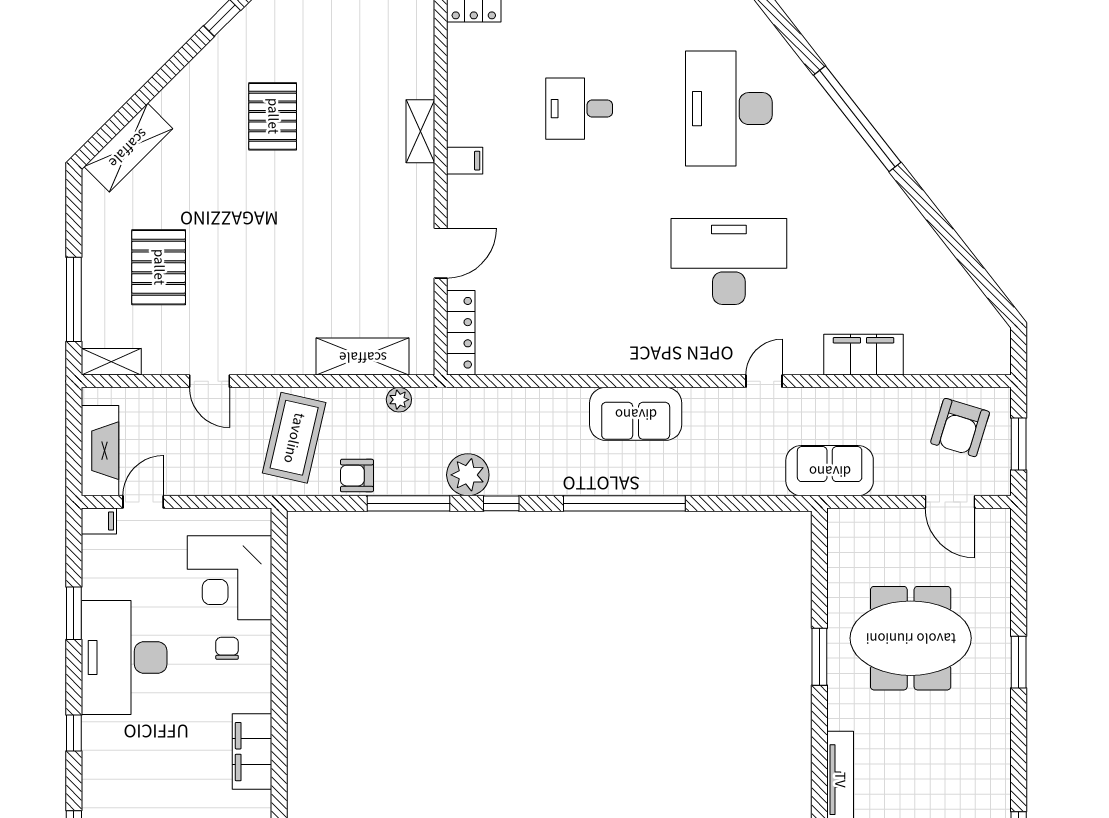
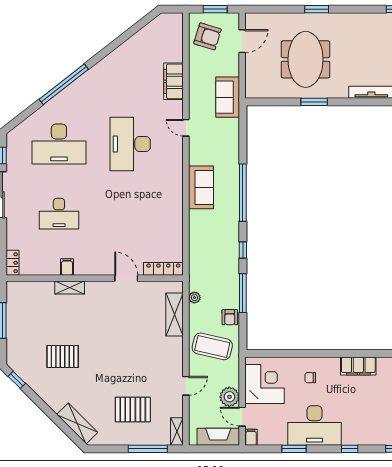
desk: (579, 109) -> (59, 214), width x1.37
filing cabinet: (465, 161) -> (67, 267), moved
plant: (468, 475) -> (229, 397), moved
corner desk: (229, 578) -> (265, 384), moved, turned -90

